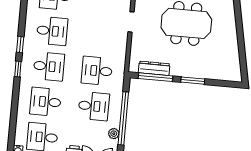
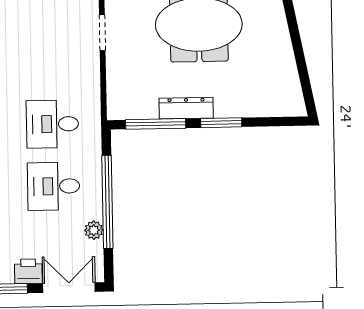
dresser: (154, 68) -> (186, 108), moved
desk: (94, 106) -> (54, 186), turned 180

